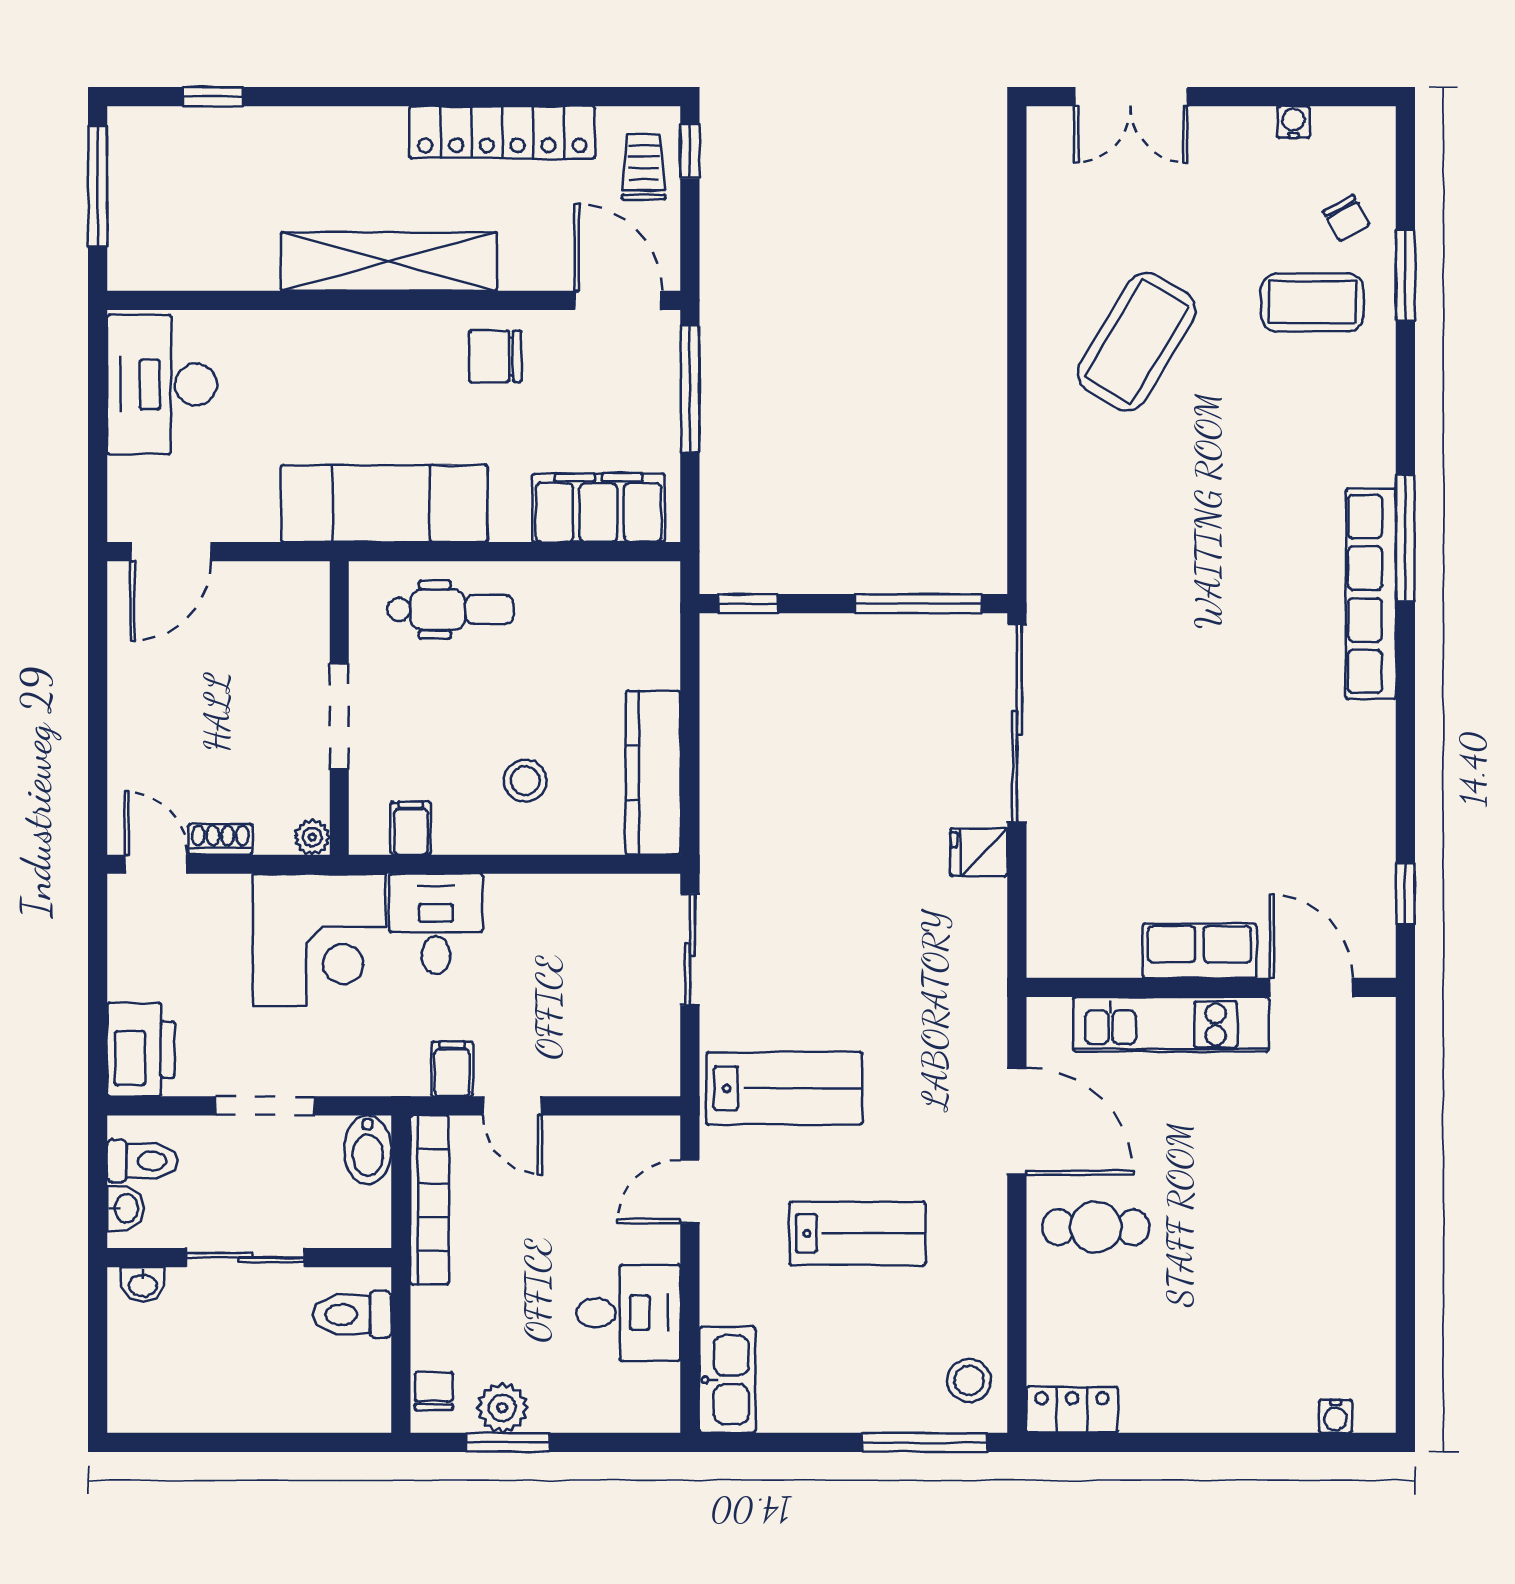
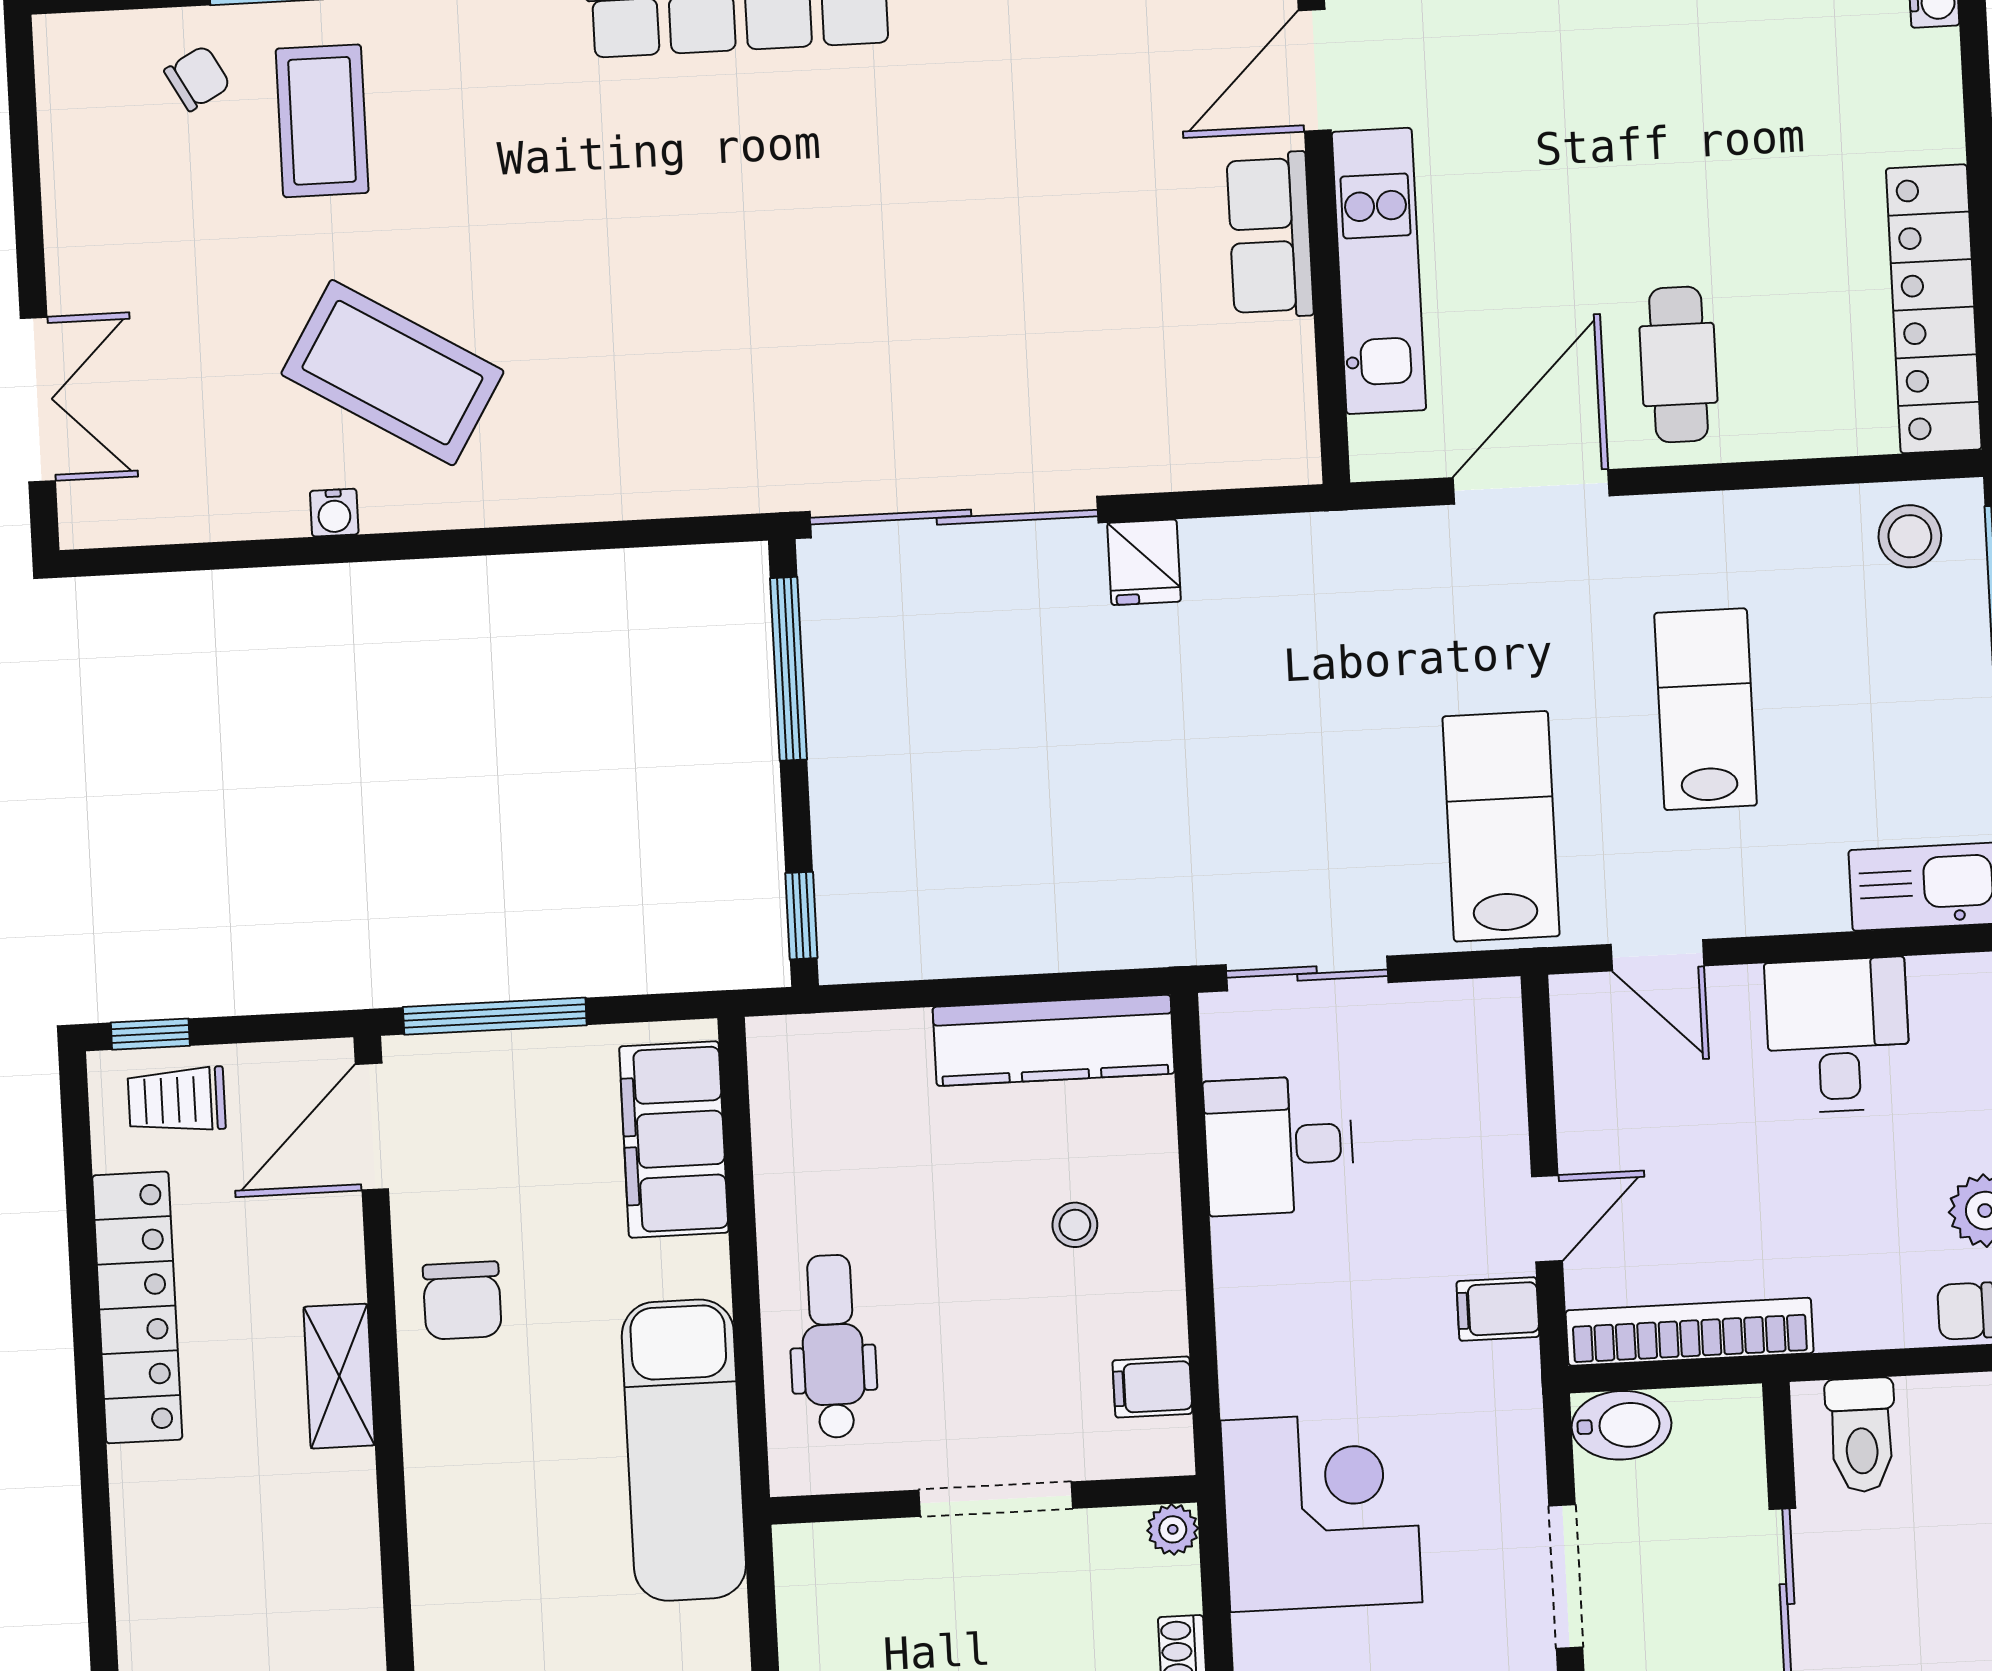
water cooler: (1293, 122) -> (334, 513), moved, turned -90
shelving: (389, 261) -> (339, 1376), width x0.45, depth x0.75
stool: (525, 781) -> (1075, 1225), width x0.73, depth x0.73
desk: (436, 924) -> (1279, 1145), moved
locker: (1072, 1410) -> (1934, 309), width x2.16, depth x1.21

